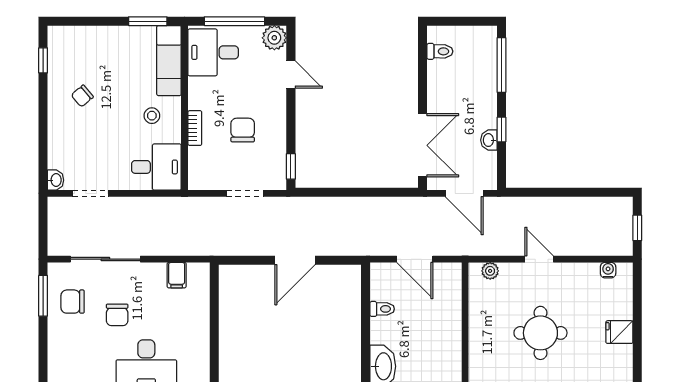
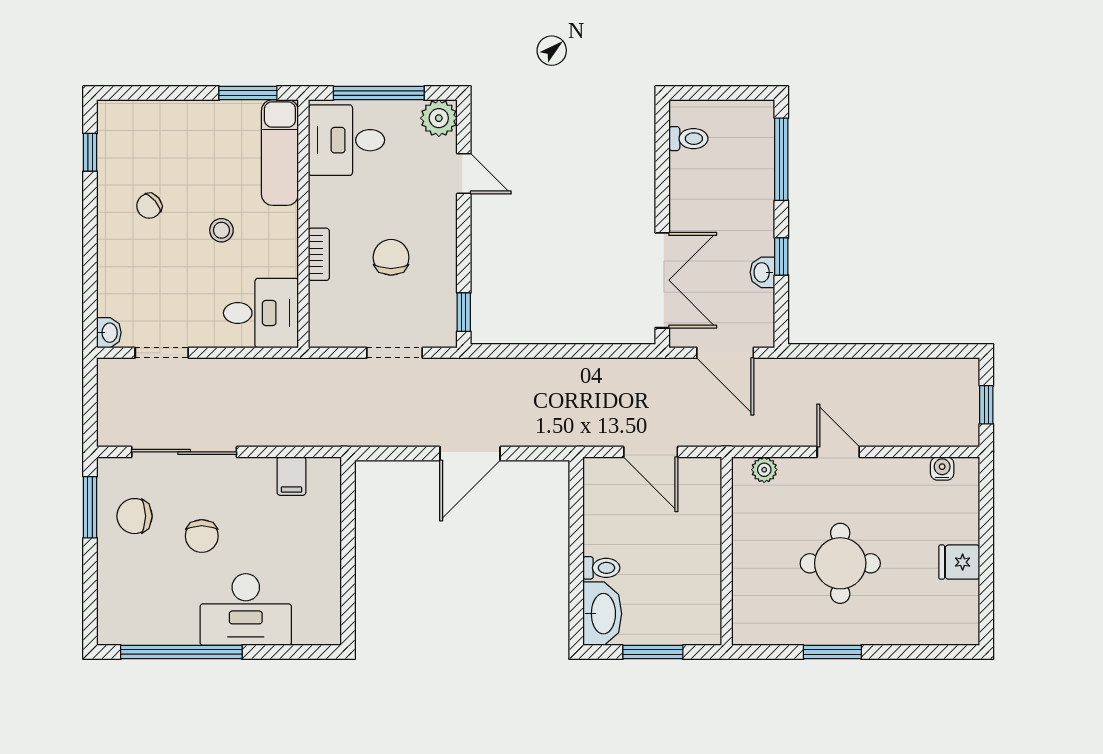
stool: (152, 116) -> (221, 230), moved
toilet: (382, 309) -> (601, 568), moved

